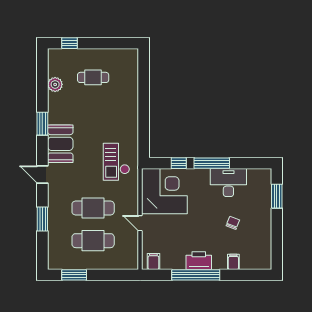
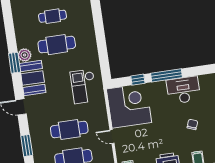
plant: (55, 84) -> (25, 55), moved
cafe table: (93, 110) -> (57, 45), added

